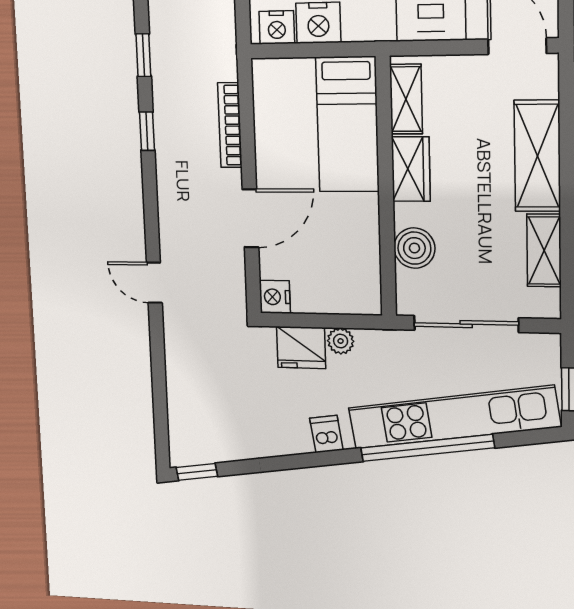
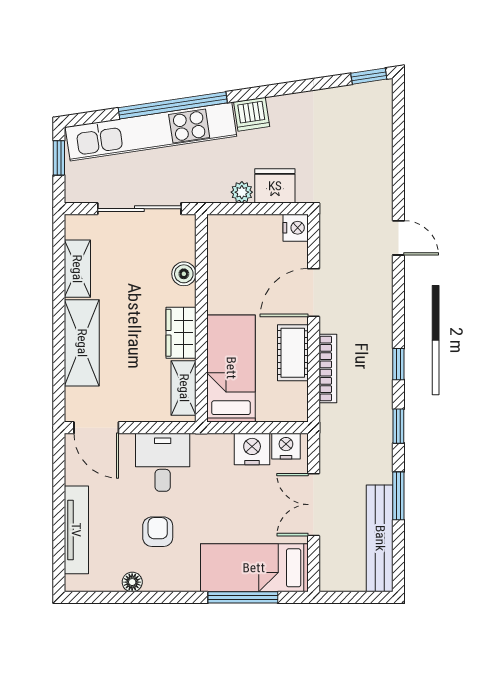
cot: (273, 144) -> (293, 353), added
boiler: (414, 248) -> (184, 274), width x0.73, depth x0.73
dishwasher: (326, 434) -> (252, 114), width x1.38

